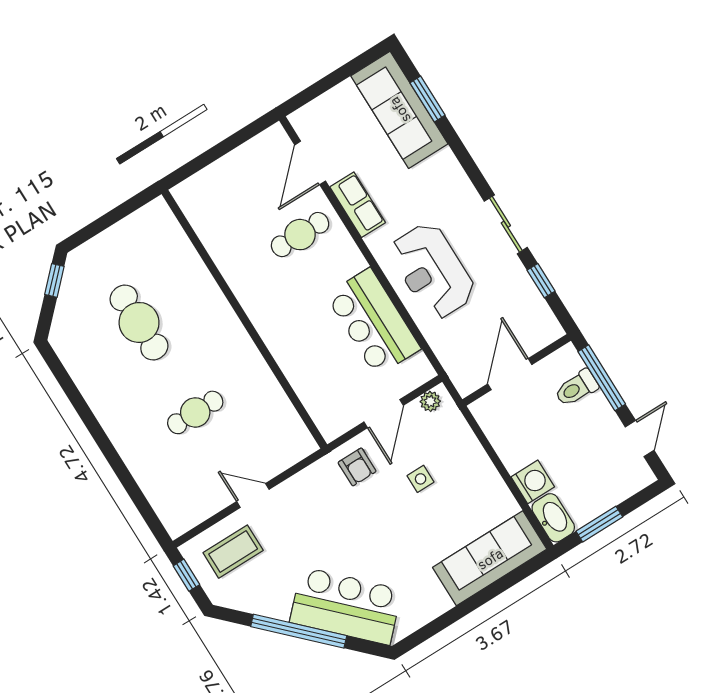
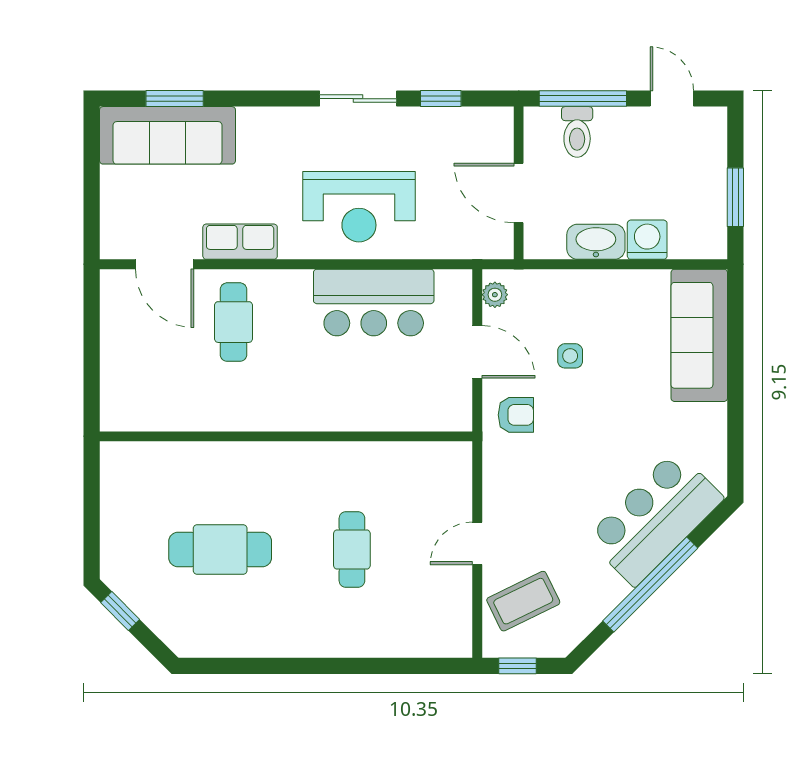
washbasin: (553, 518) -> (596, 242), moved
coffee table: (233, 552) -> (523, 601), turned 64

